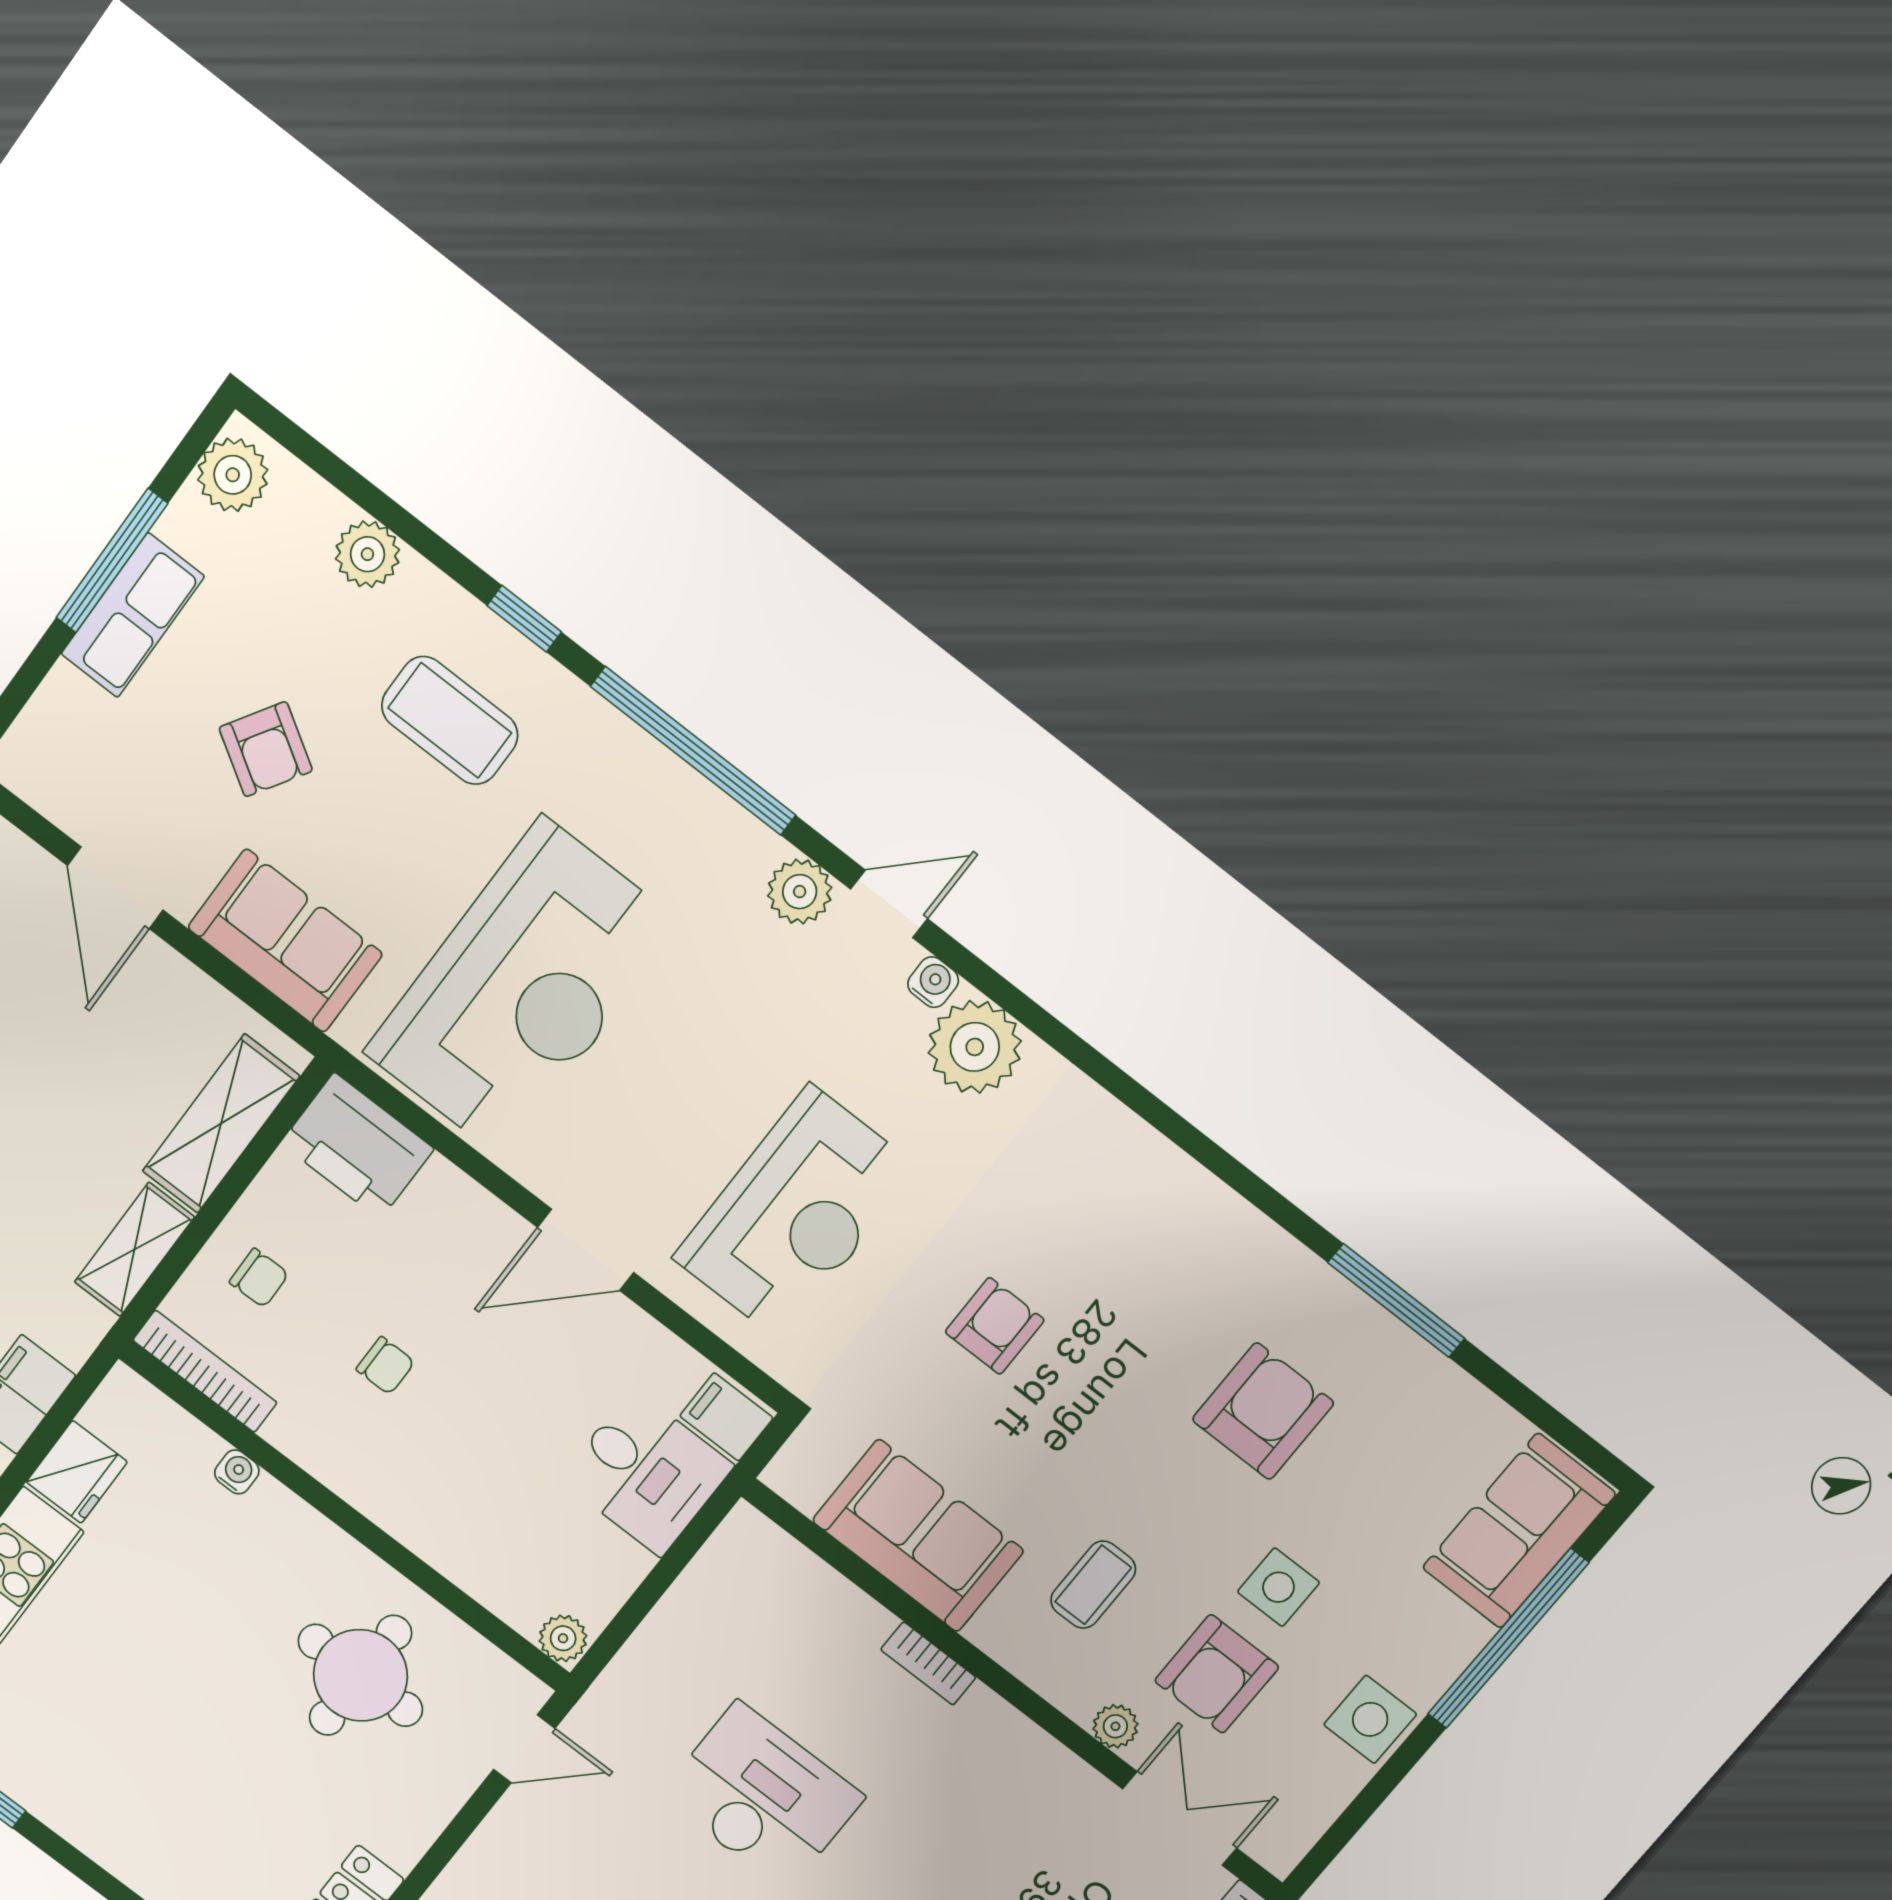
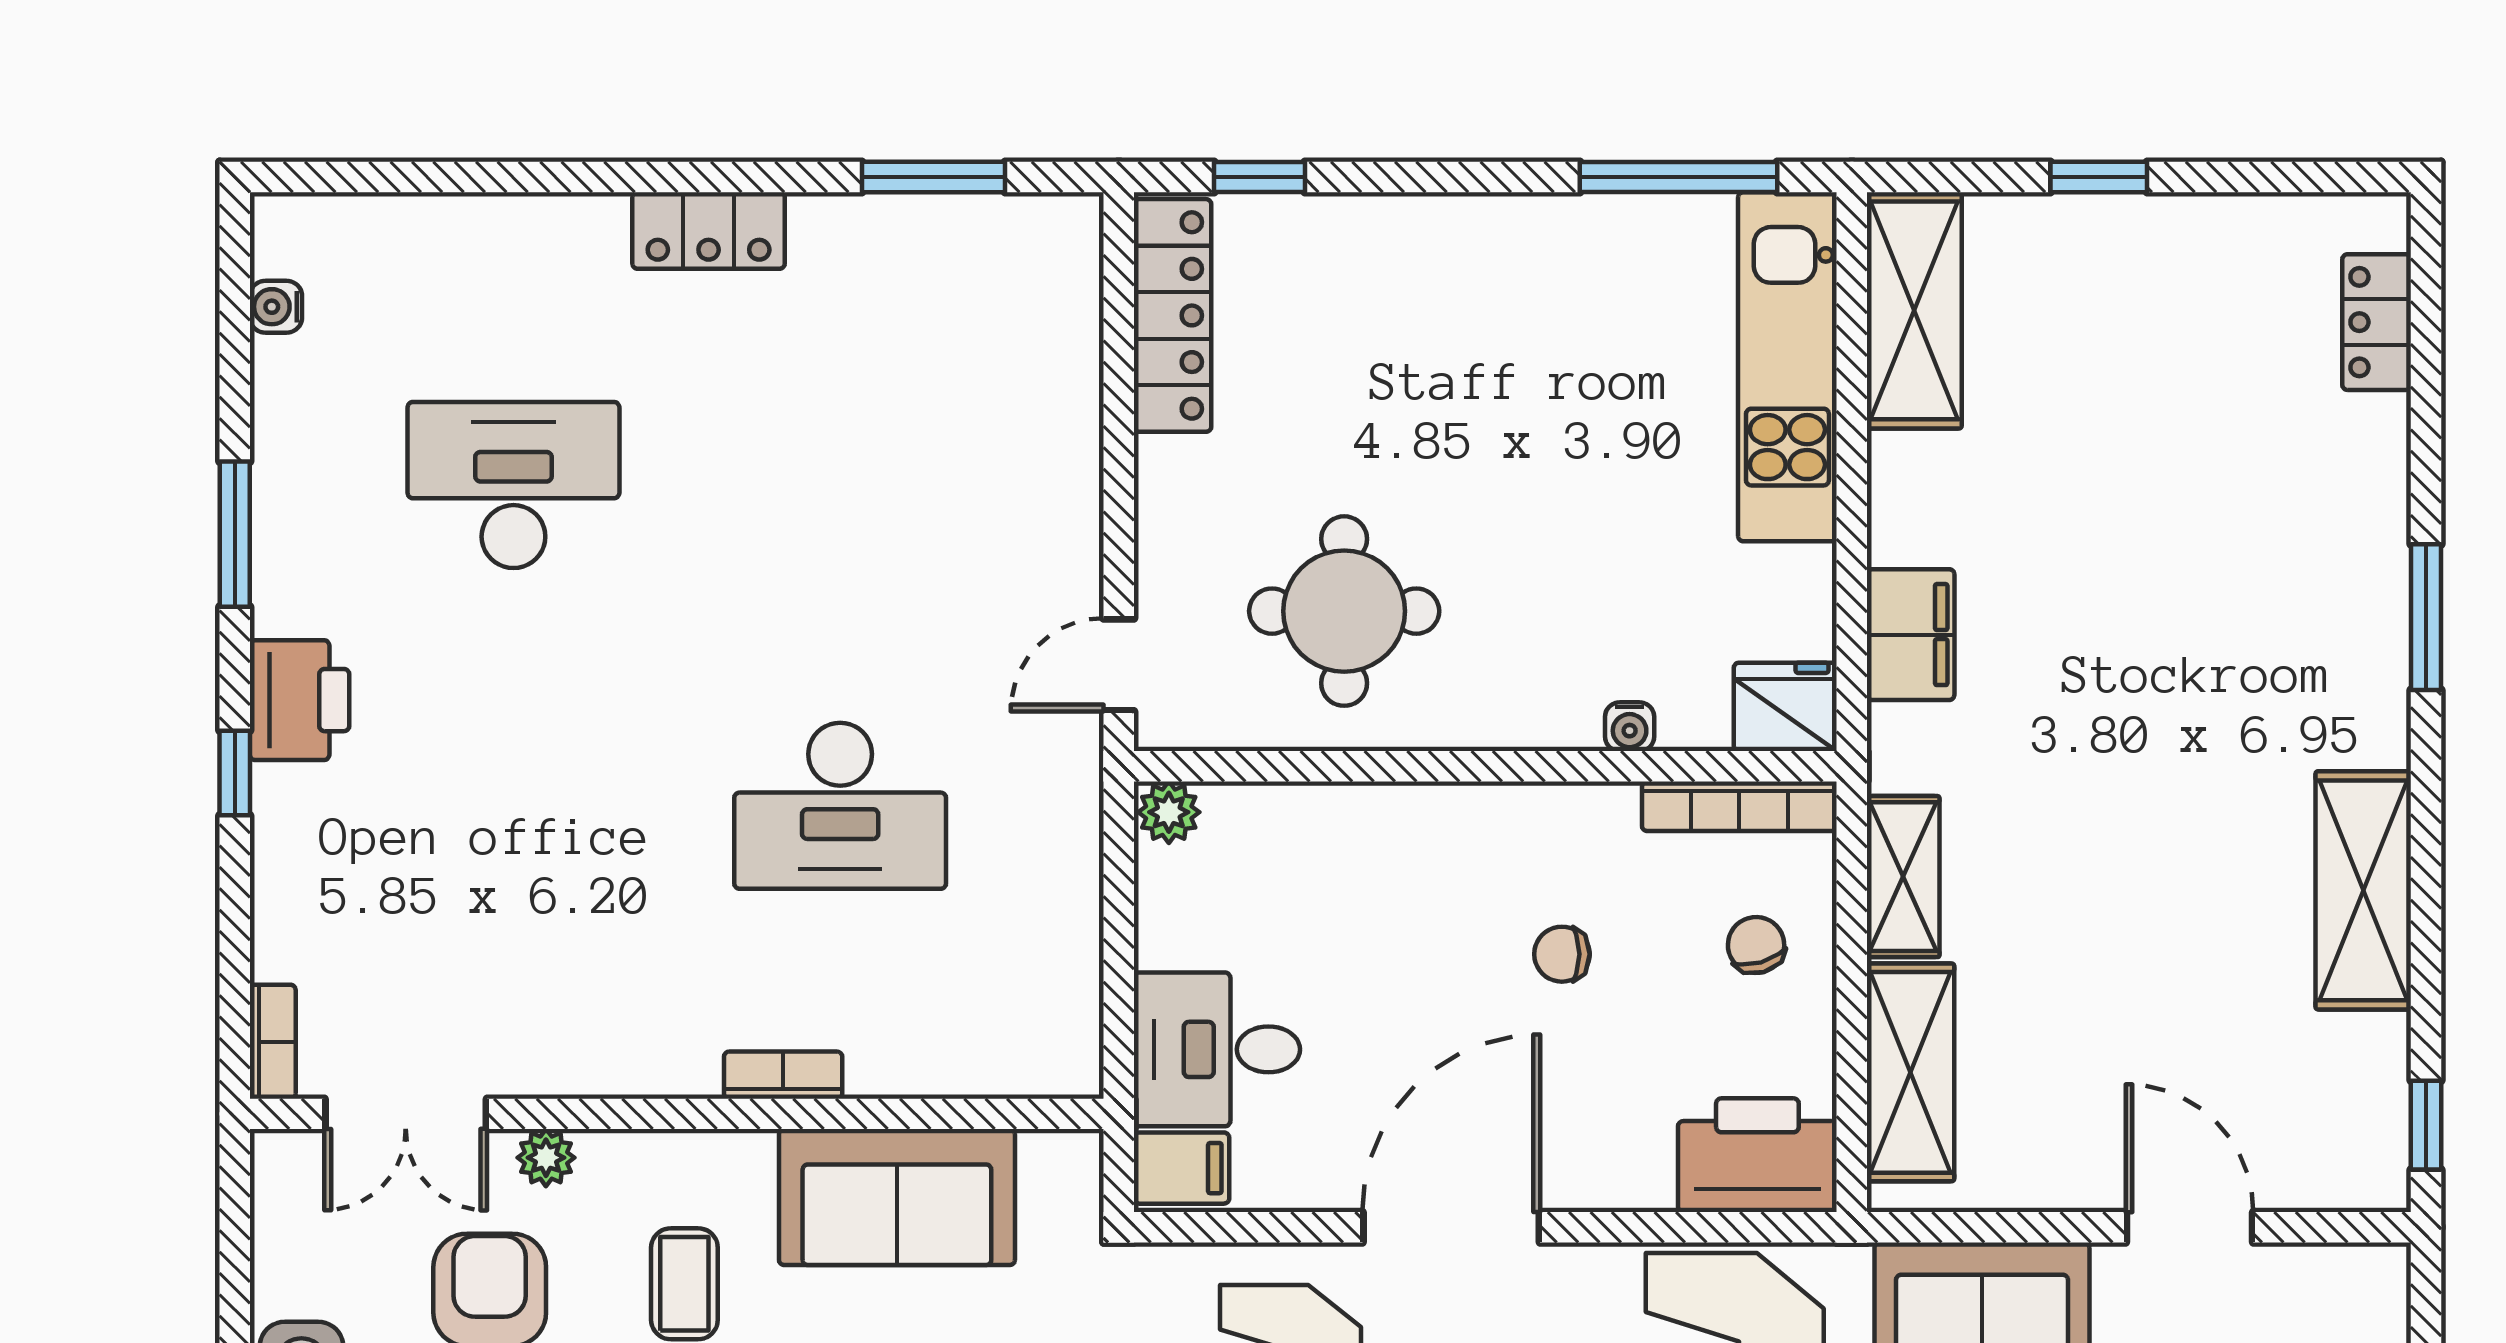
door: (586, 1250) -> (1451, 1227), width x1.36
chair: (259, 1278) -> (1756, 945), turned 75
fridge: (77, 1472) -> (1785, 707), moved, turned 90

